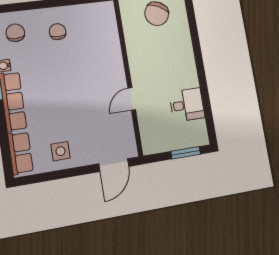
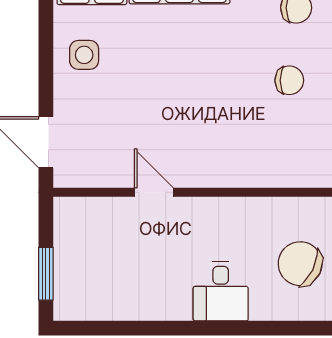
desk: (187, 105) -> (221, 291), moved

